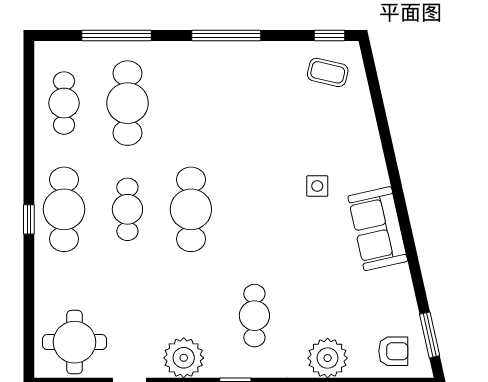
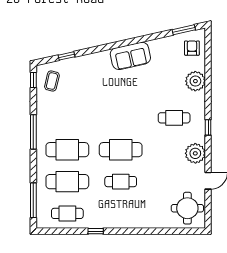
window: (117, 35) -> (33, 200), moved
window: (378, 101) -> (66, 56), added
side table: (317, 186) -> (109, 86), removed
cafe table: (64, 209) -> (67, 150), moved
window: (29, 219) -> (96, 231), moved

